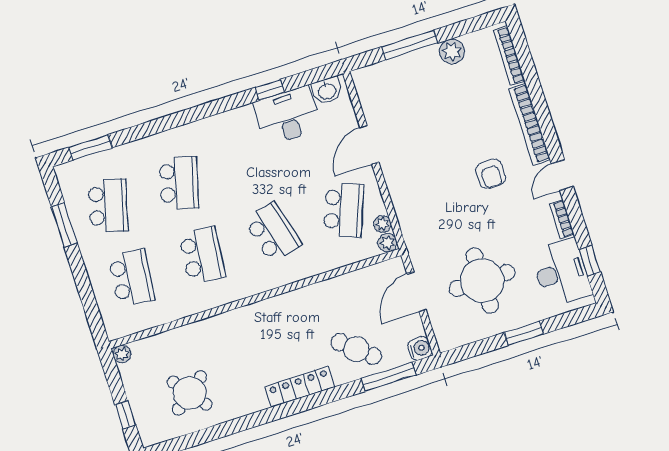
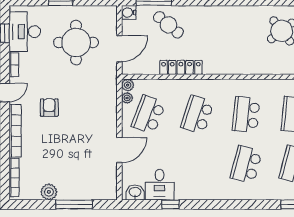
desk: (287, 116) -> (160, 185), width x0.73
school desk: (273, 233) -> (197, 115), turned 33
locker: (300, 387) -> (181, 67), moved, turned 180

